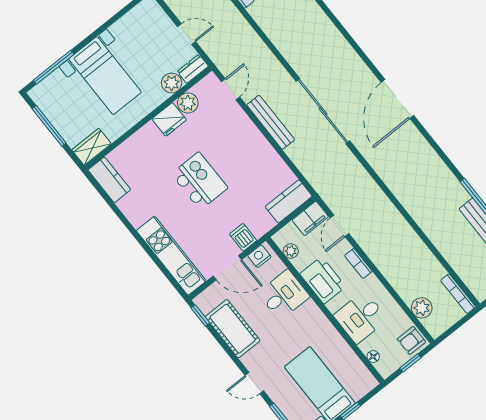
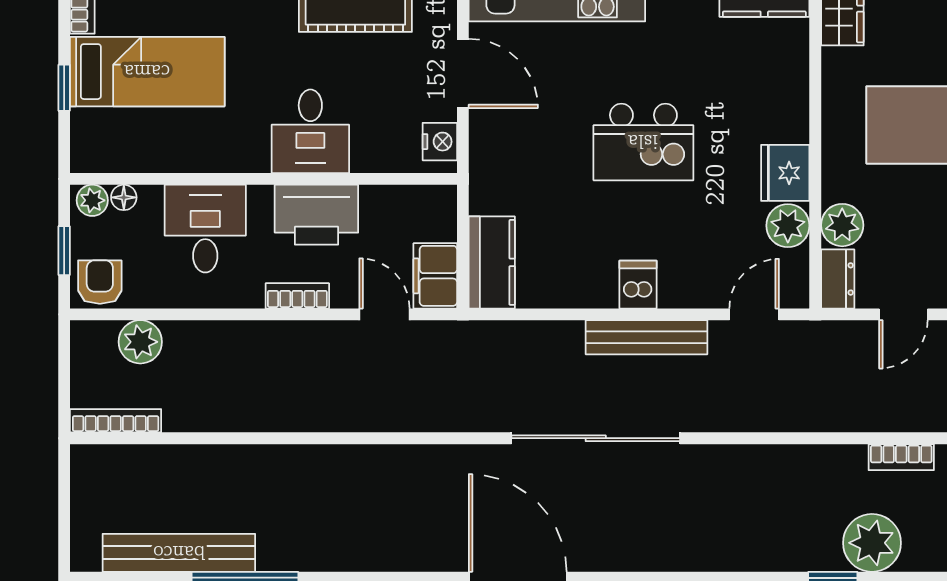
door: (231, 89) -> (754, 314), swing flipped
dishwasher: (243, 237) -> (638, 285), moved, turned -90
plant: (291, 251) -> (92, 200), moved
door: (227, 268) -> (463, 73), swing flipped
desk: (284, 295) -> (310, 131), moved

